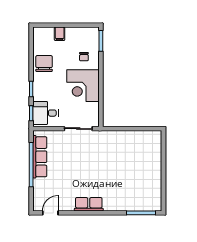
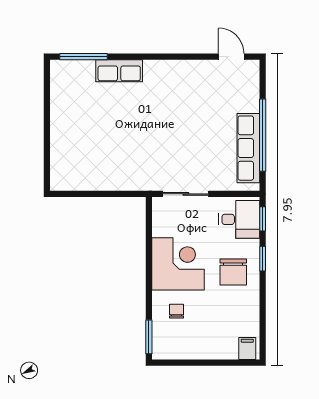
filing cabinet: (60, 34) -> (247, 349), moved
chair: (44, 64) -> (233, 272), moved
row of seats: (89, 204) -> (119, 71), moved
door: (50, 213) -> (231, 57), swing flipped

